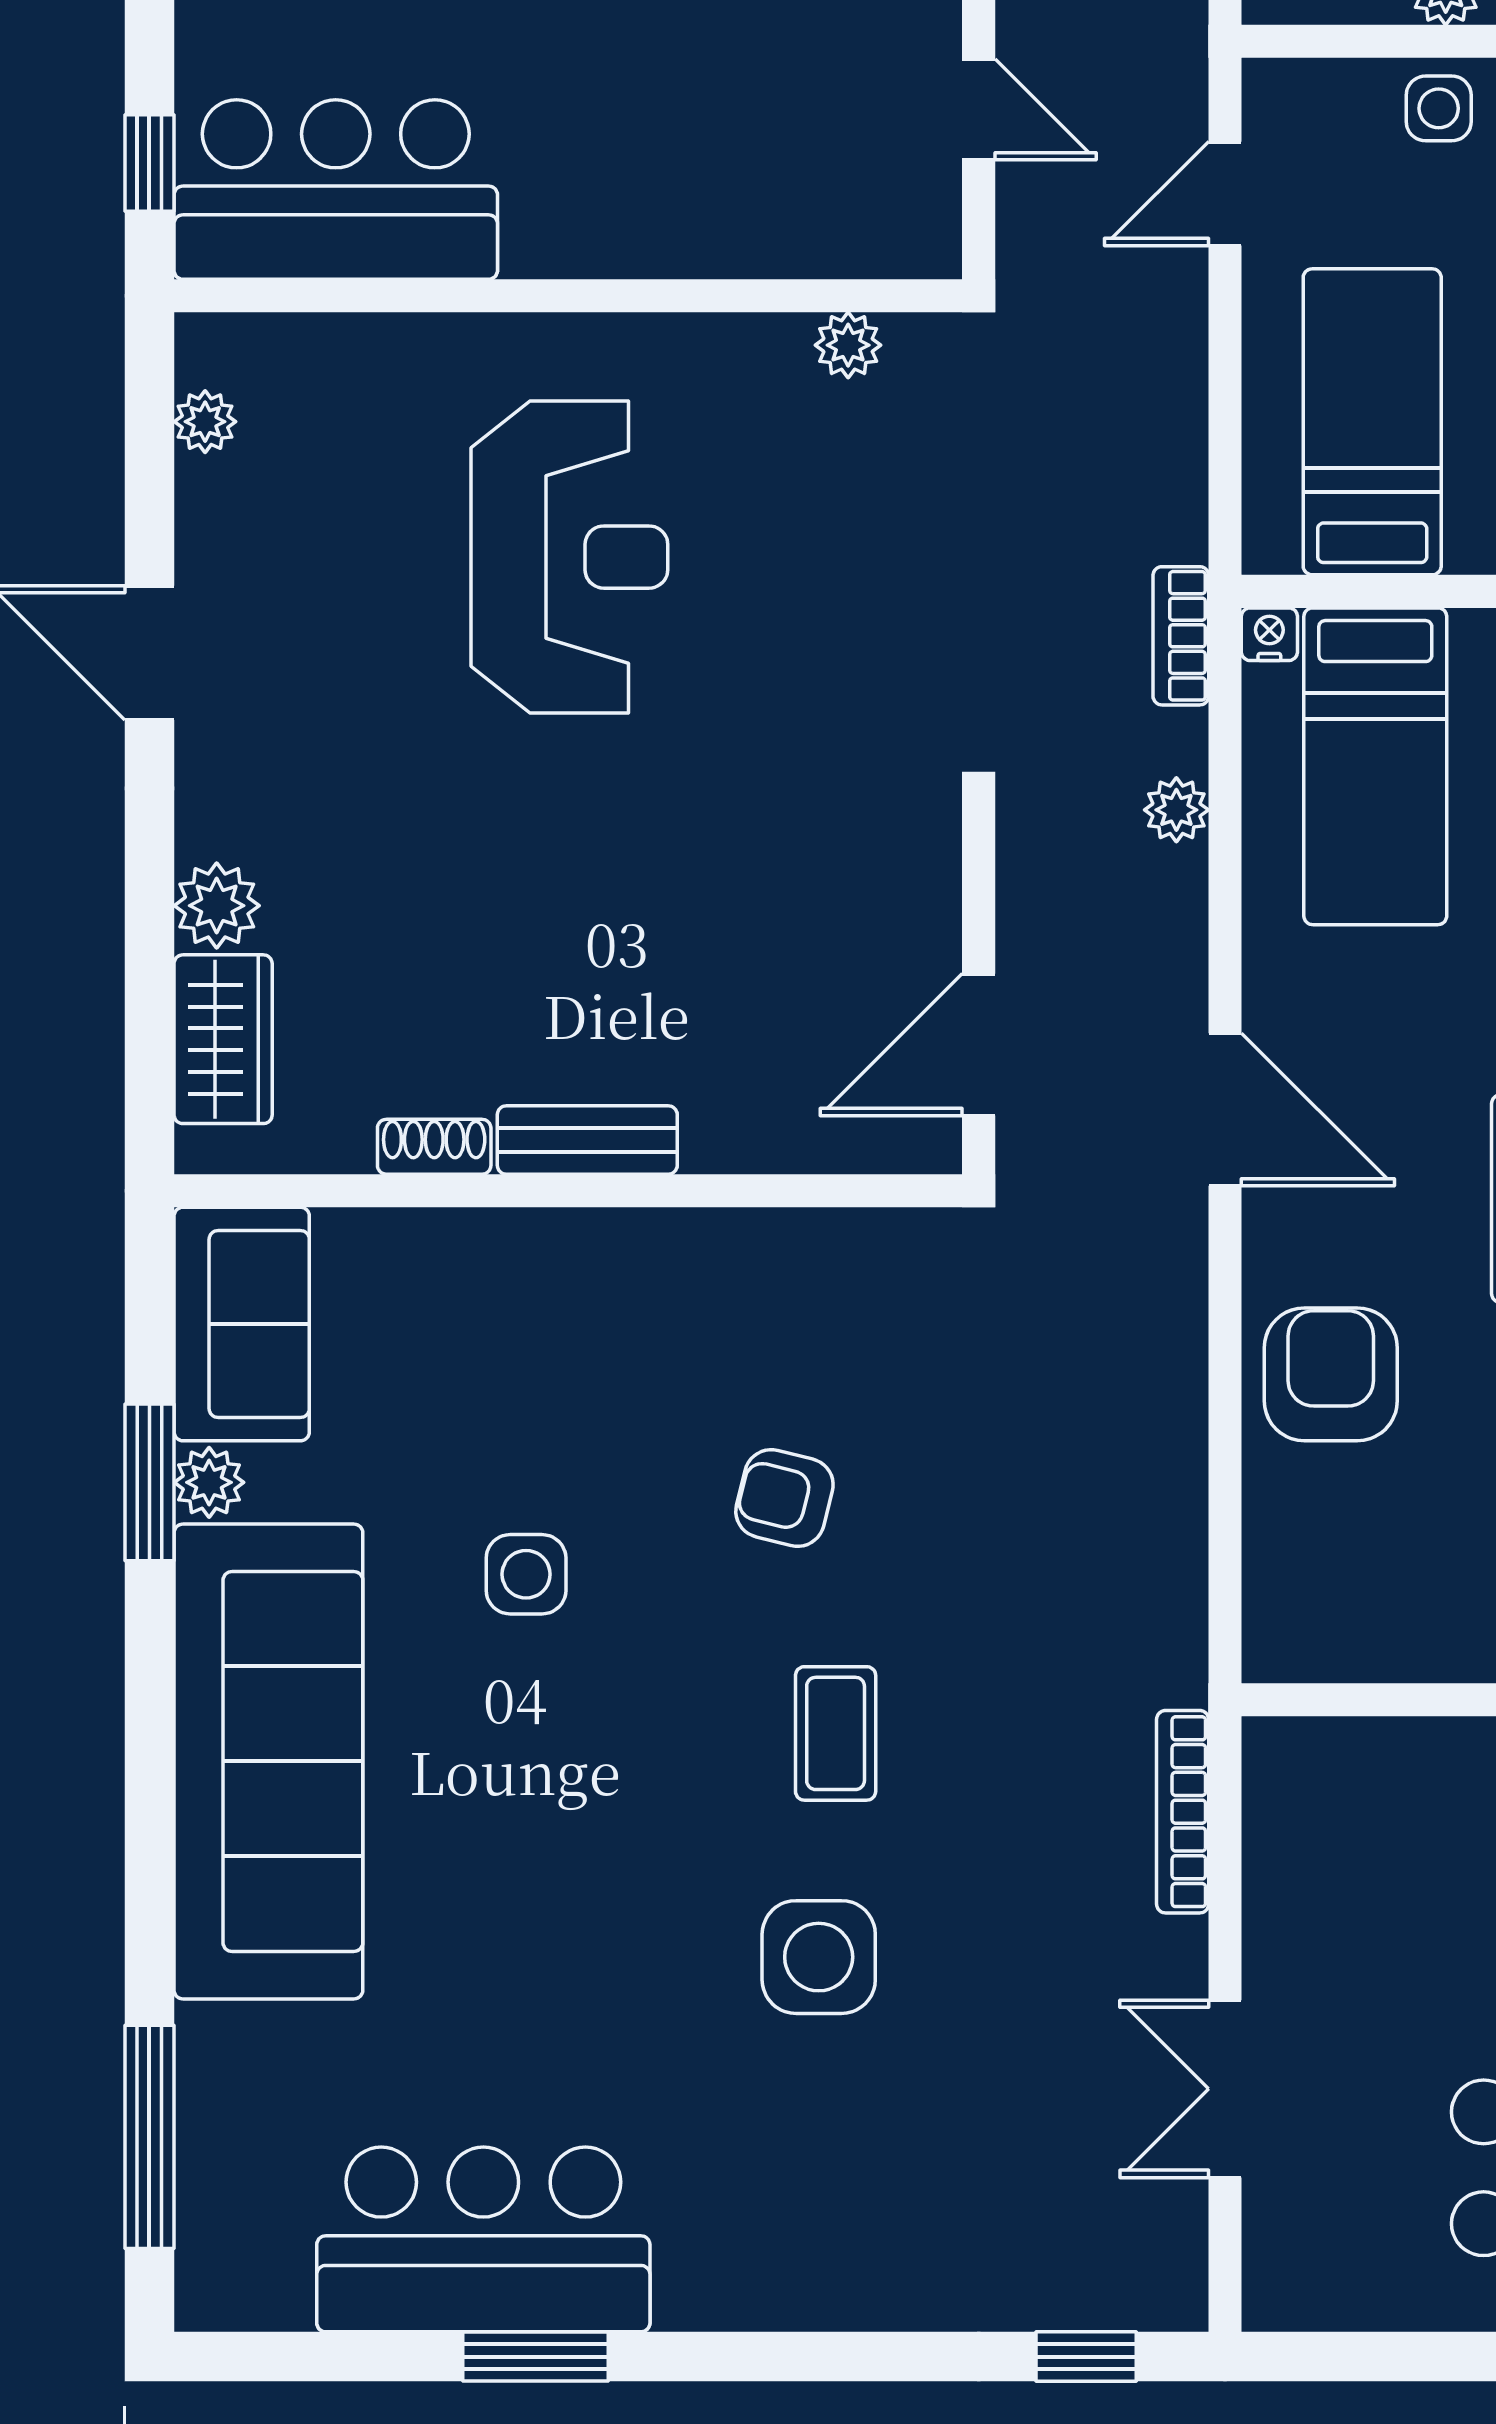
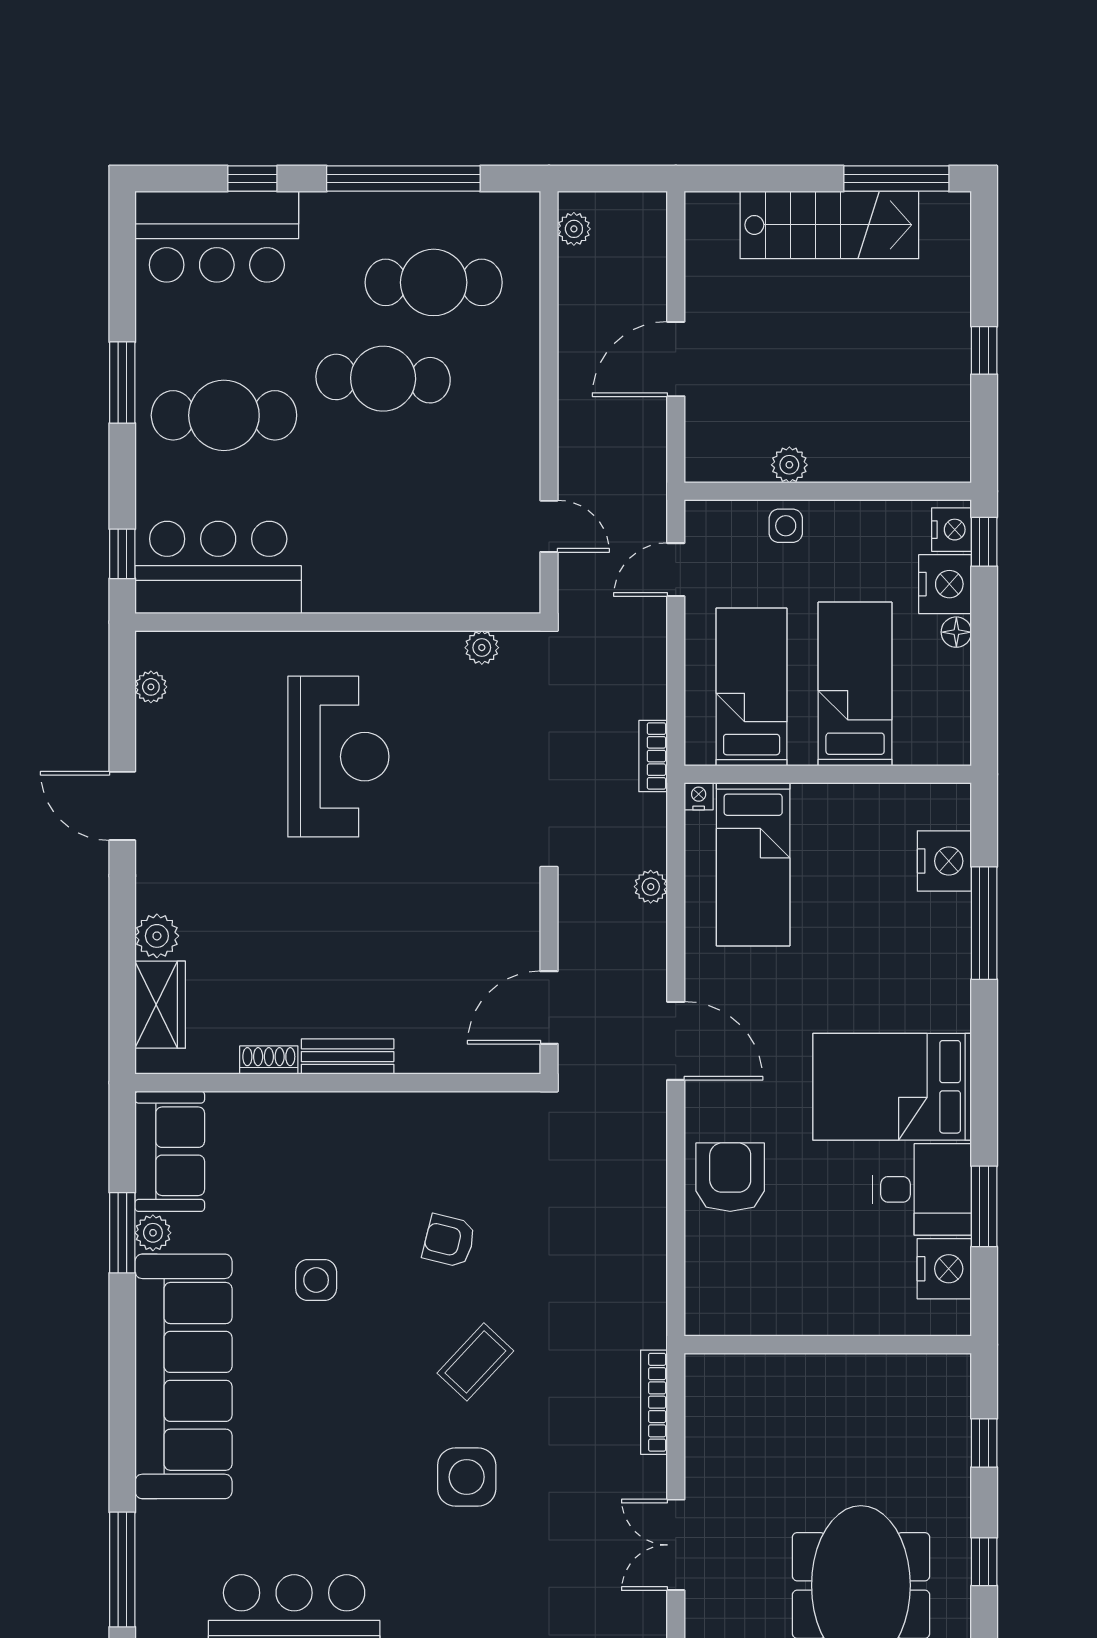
bookcase: (1181, 636) -> (653, 756), moved
coffee table: (836, 1733) -> (475, 1362), turned 43

